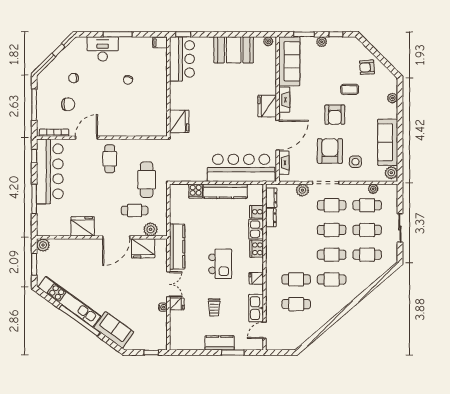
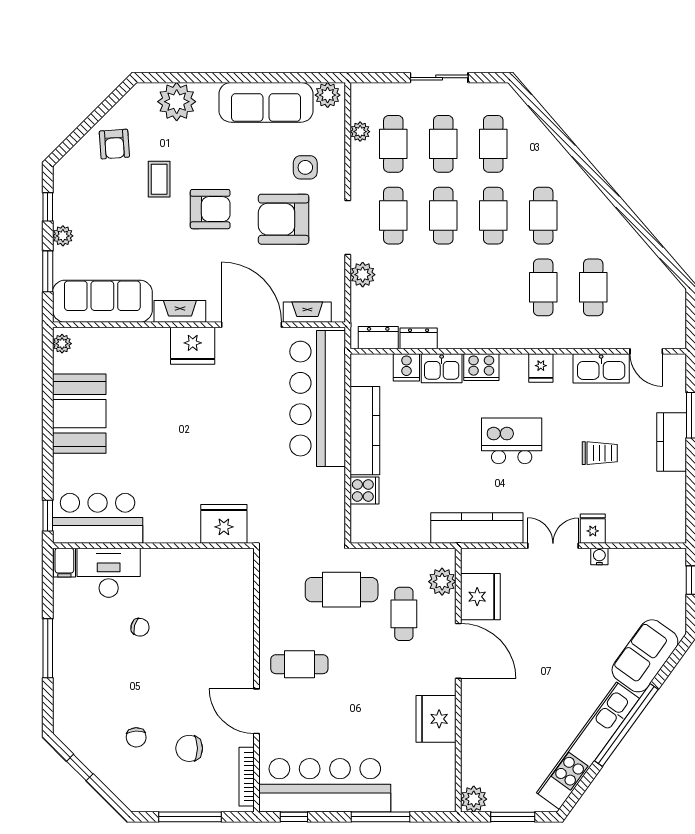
desk: (103, 49) -> (109, 573), moved, turned 90
plant: (392, 98) -> (177, 102), width x1.88, depth x1.88
chair: (68, 104) -> (189, 748), turned -90

